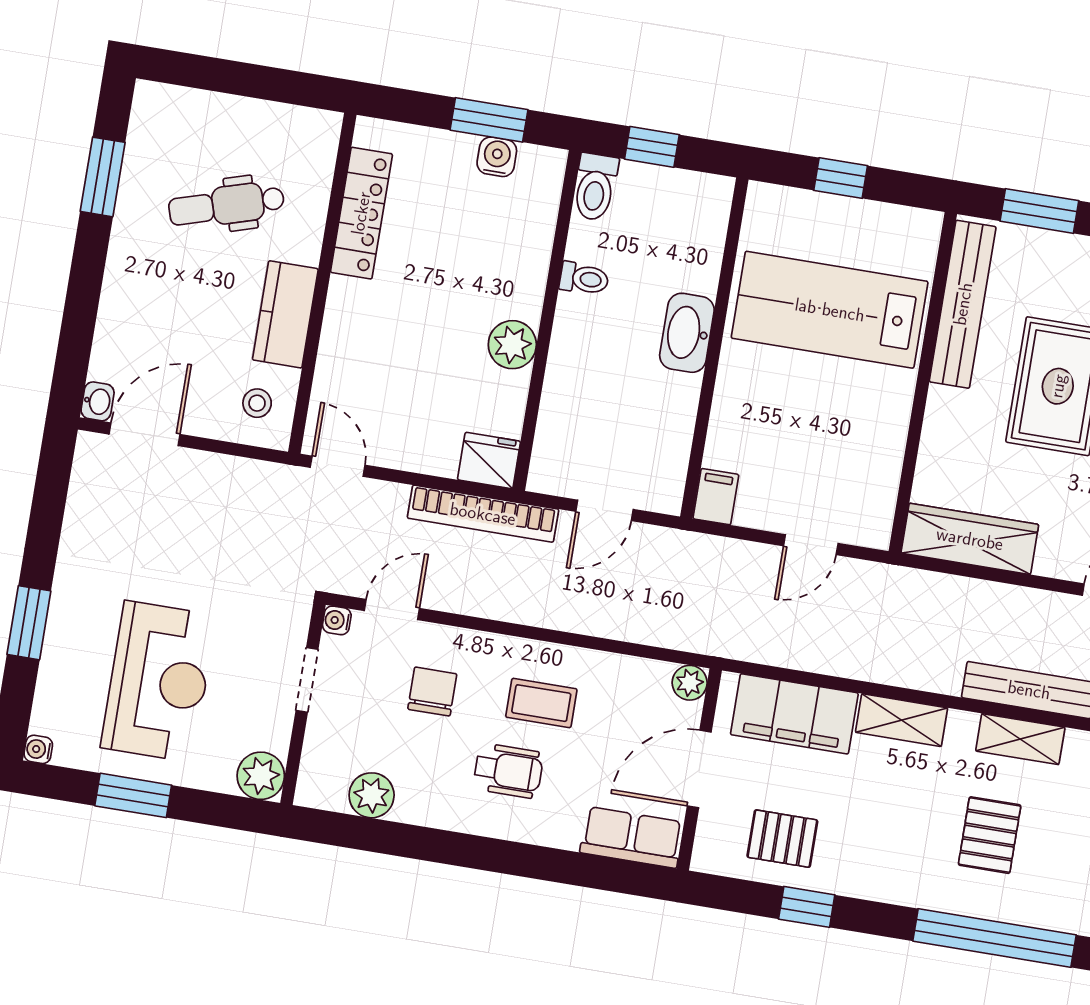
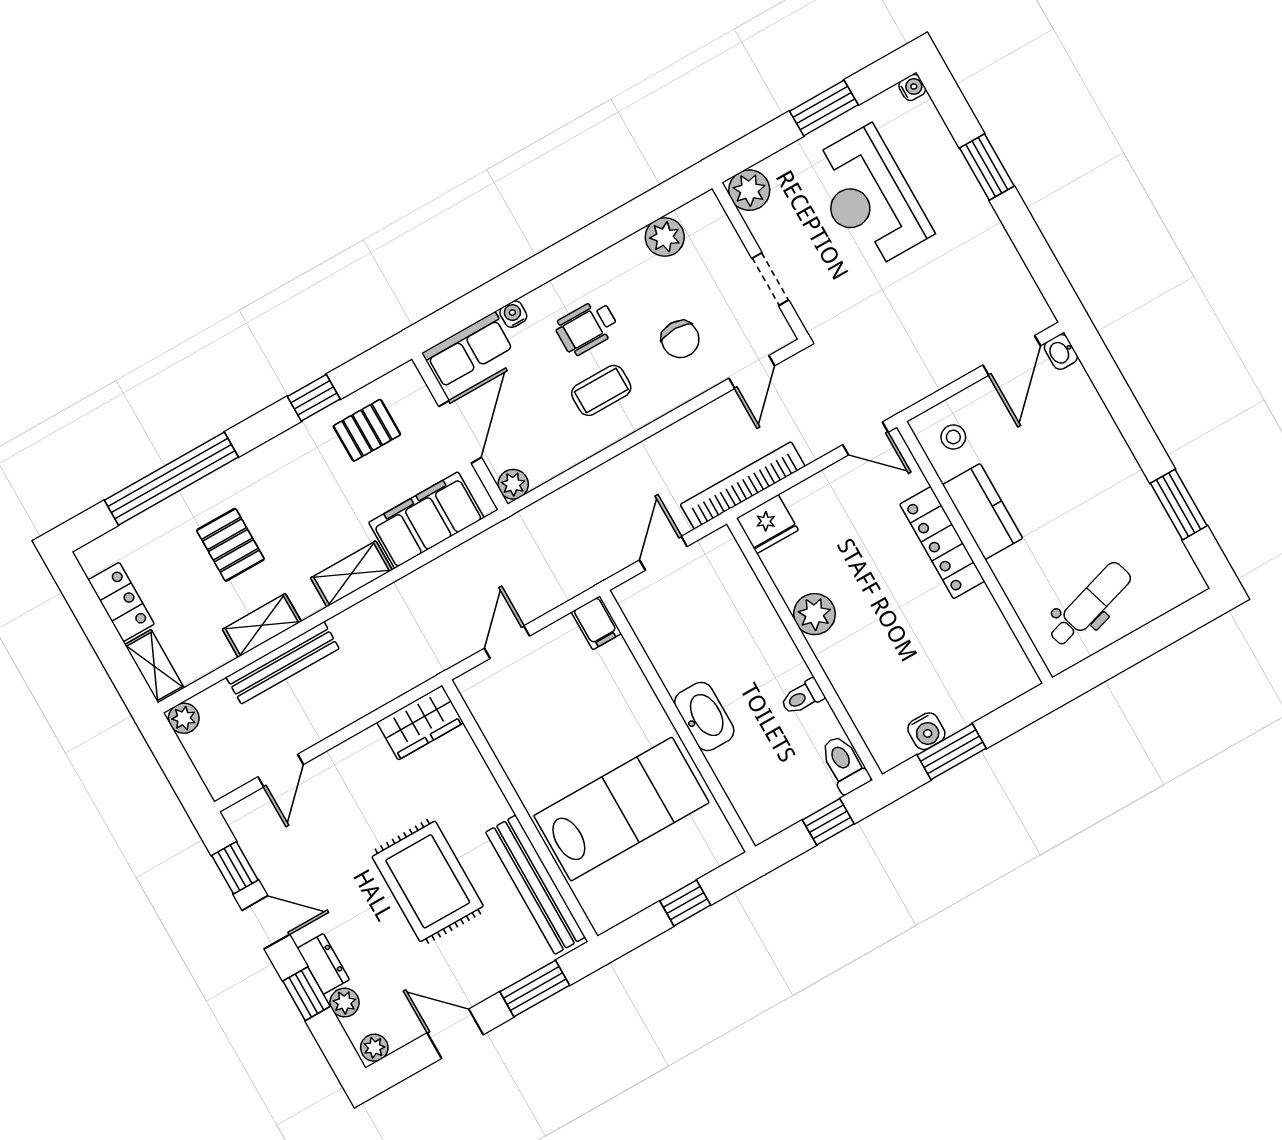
dental chair: (226, 205) -> (1090, 604), moved
locker: (361, 213) -> (942, 543), moved
wardrobe: (970, 539) -> (420, 723), width x0.67
water cooler: (337, 620) -> (513, 314), moved, turned -90

